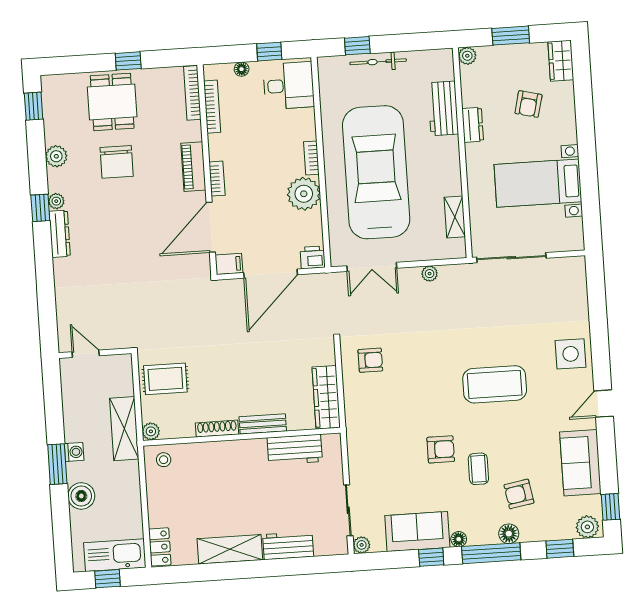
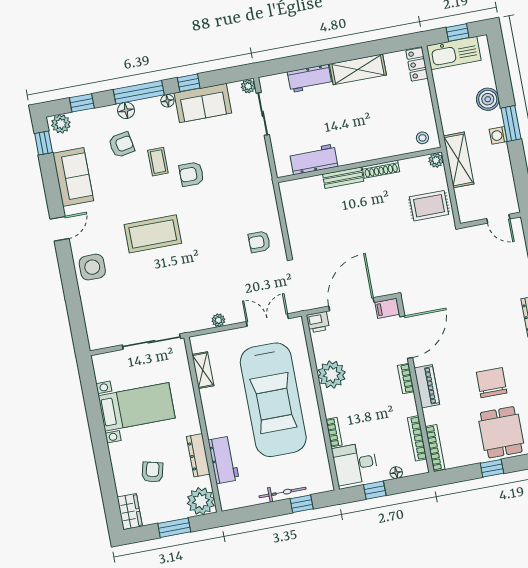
plant: (467, 56) -> (201, 501), width x1.87, depth x1.87
dresser: (473, 125) -> (198, 455), width x1.44
bookcase: (311, 158) -> (334, 432), moved
wardrobe: (326, 397) -> (293, 206), removed

